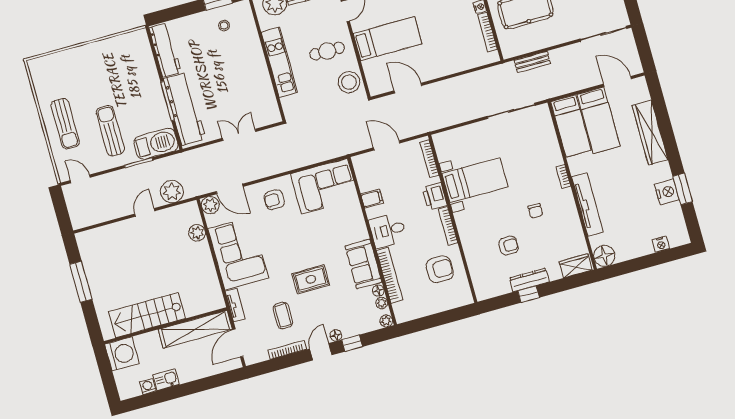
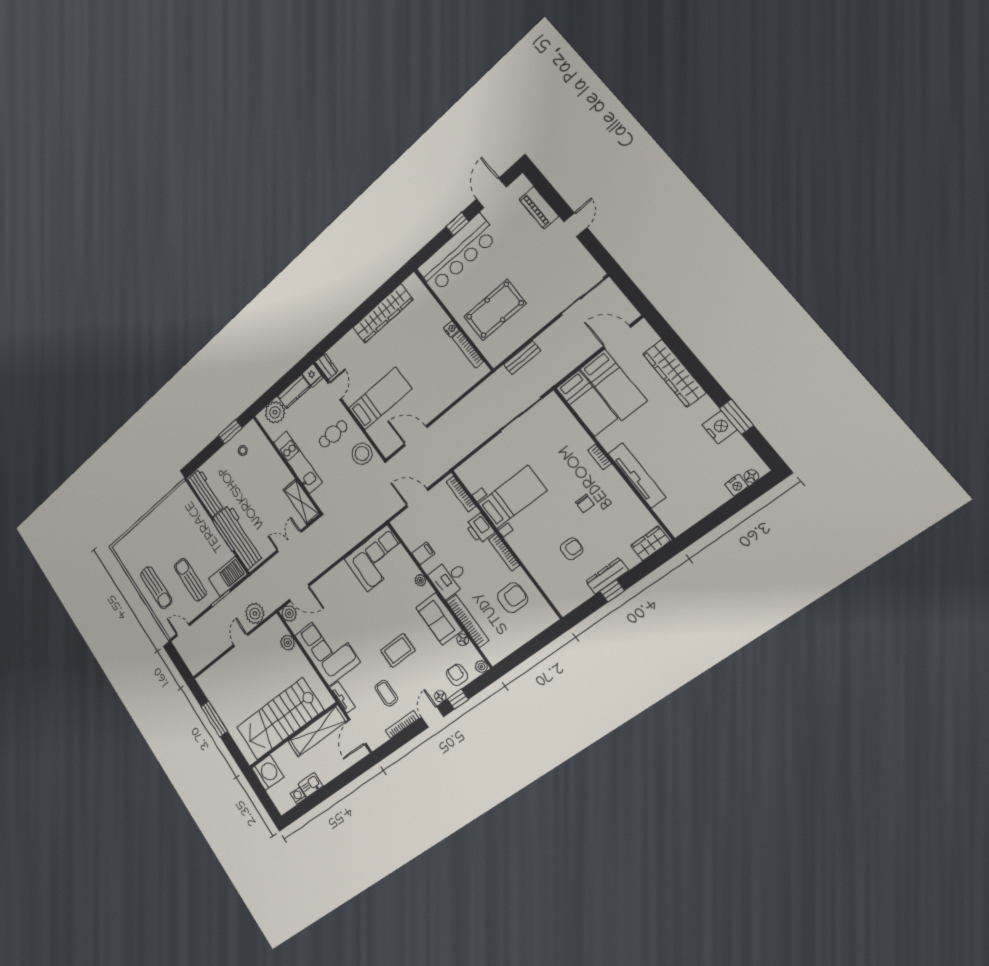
shelving: (268, 102) -> (301, 502), added
armchair: (274, 200) -> (457, 675), moved, turned 90
floor lamp: (604, 256) -> (751, 476), moved, width x0.53, depth x0.53
plant: (382, 303) -> (420, 580), moved
stairs: (147, 315) -> (280, 719), width x1.36, depth x1.51

